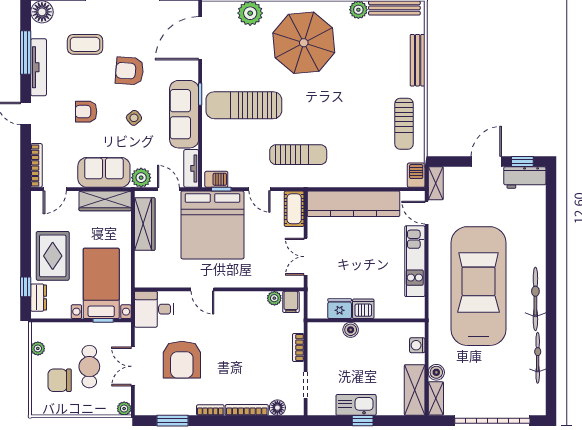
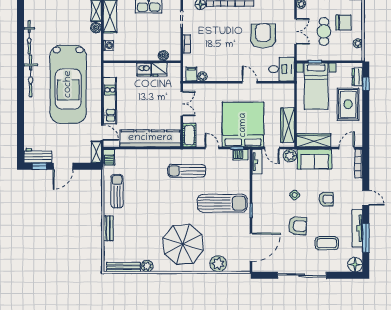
bench: (418, 60) -> (108, 228), width x0.73
sofa: (184, 114) -> (262, 197), removed
boiler: (351, 330) -> (163, 56), moved

